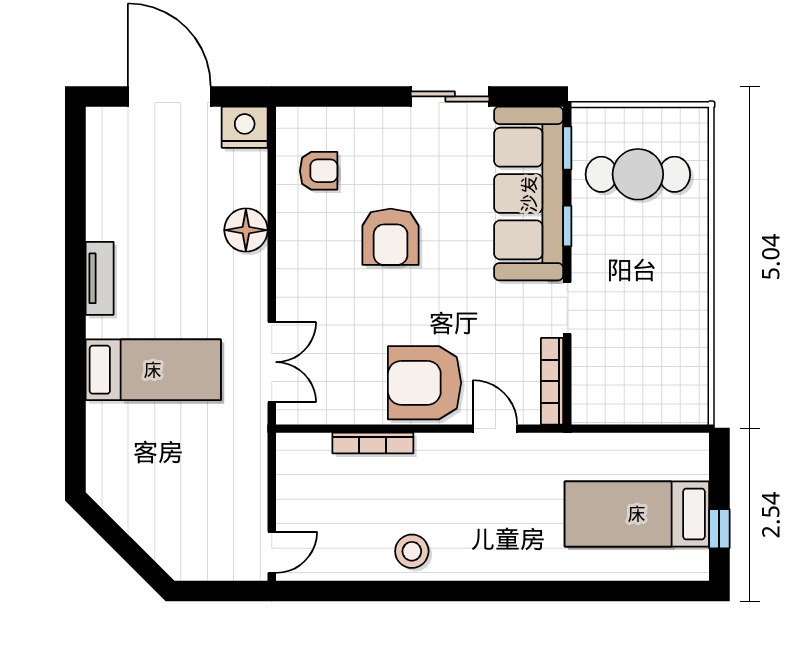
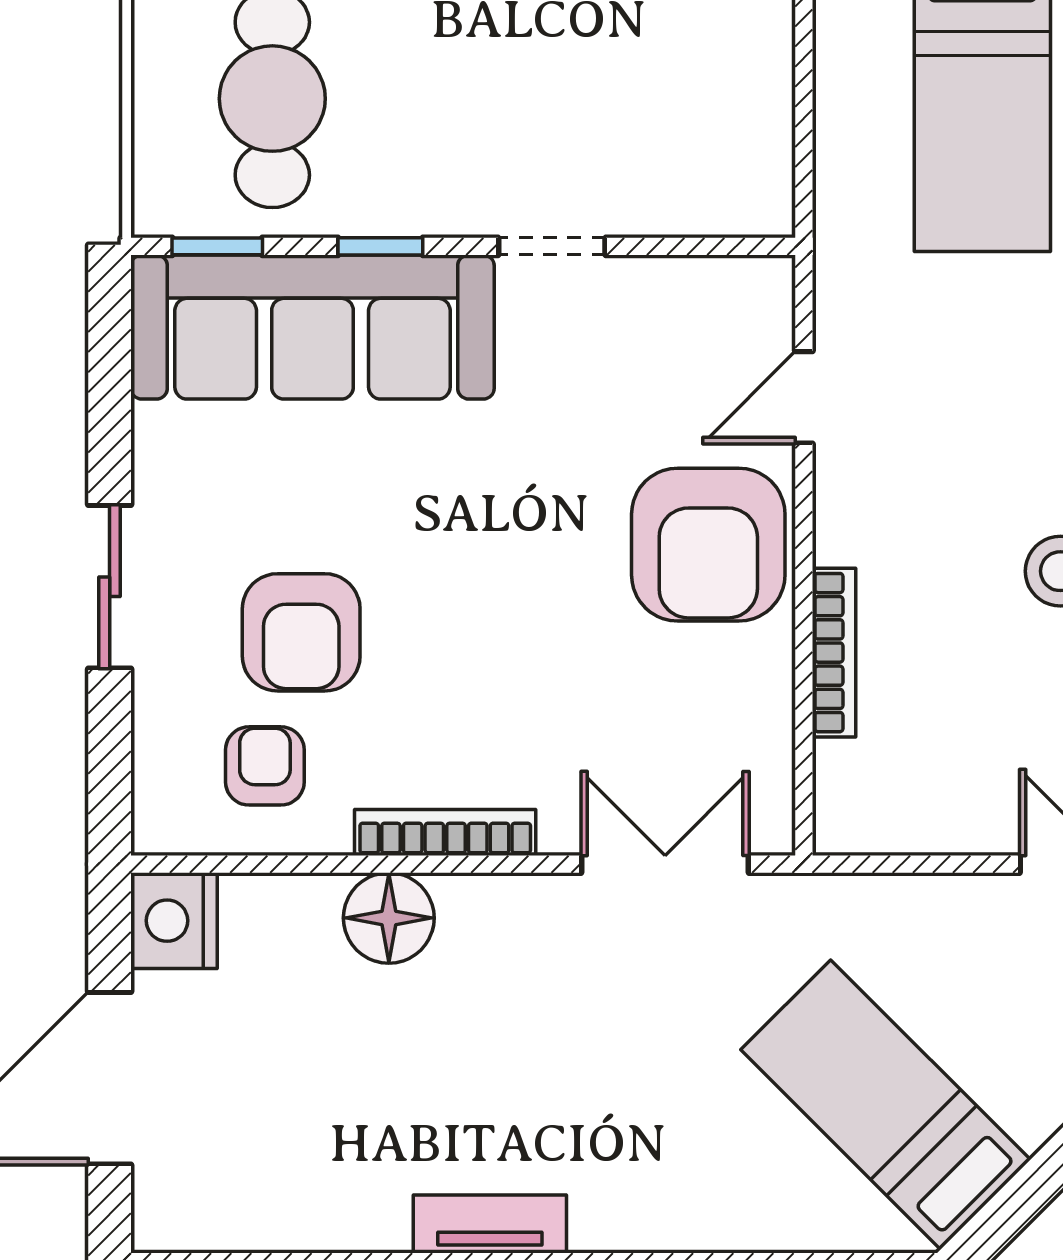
sliding door: (450, 96) -> (110, 587), moved
armchair: (391, 237) -> (301, 632), moved, turned 90
bed: (153, 370) -> (886, 1105), moved, turned -45
bookcase: (552, 381) -> (445, 832), moved, turned 180

